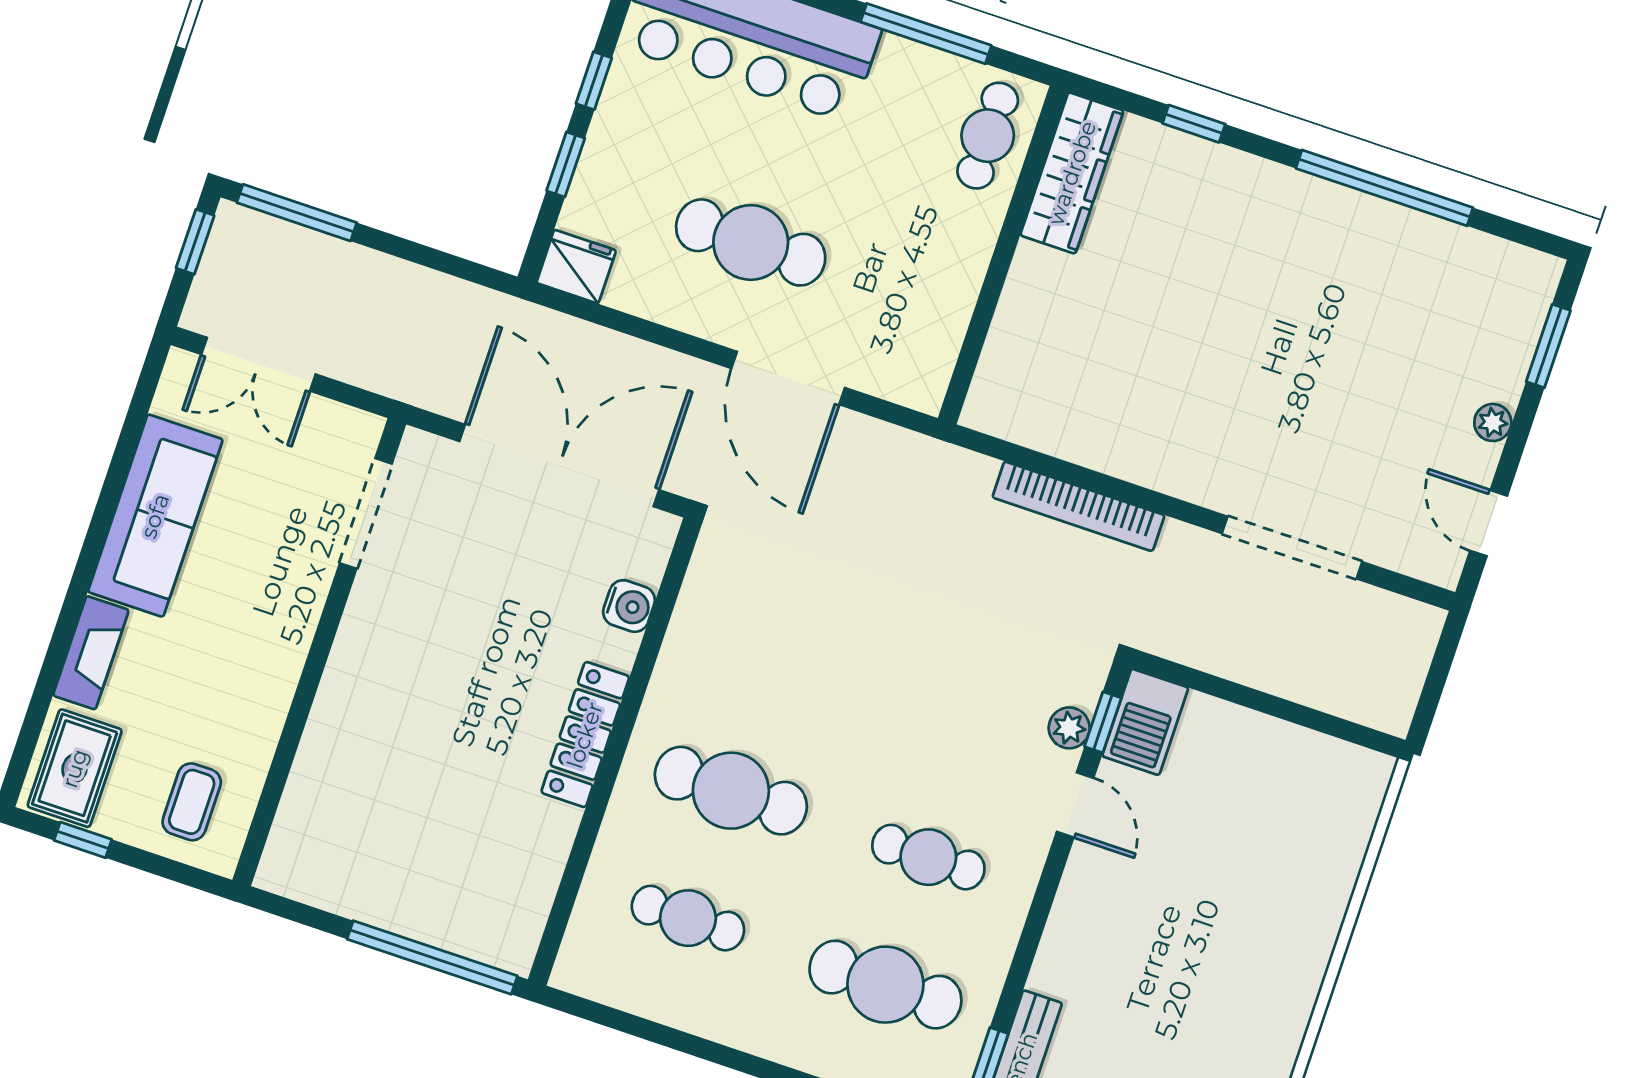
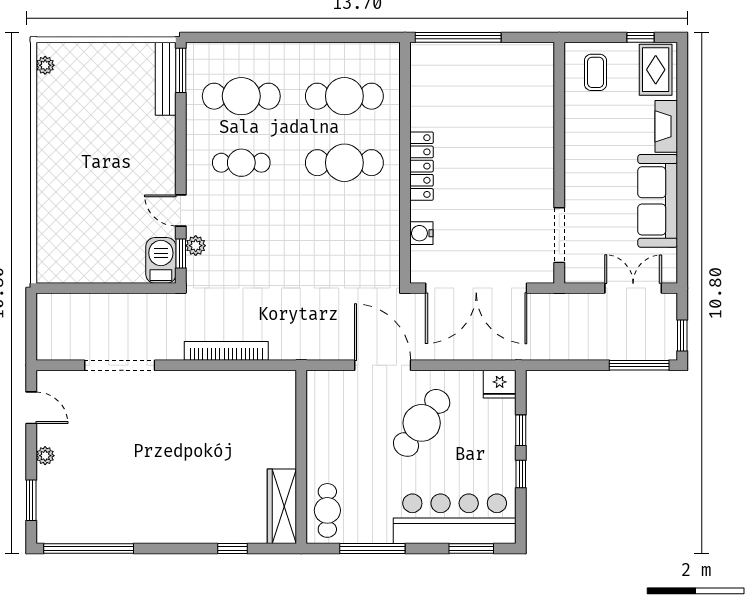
window: (1384, 188) -> (89, 549), moved
cafe table: (751, 242) -> (422, 423), turned -54
cafe table: (688, 918) -> (344, 96), width x1.37, depth x1.35

